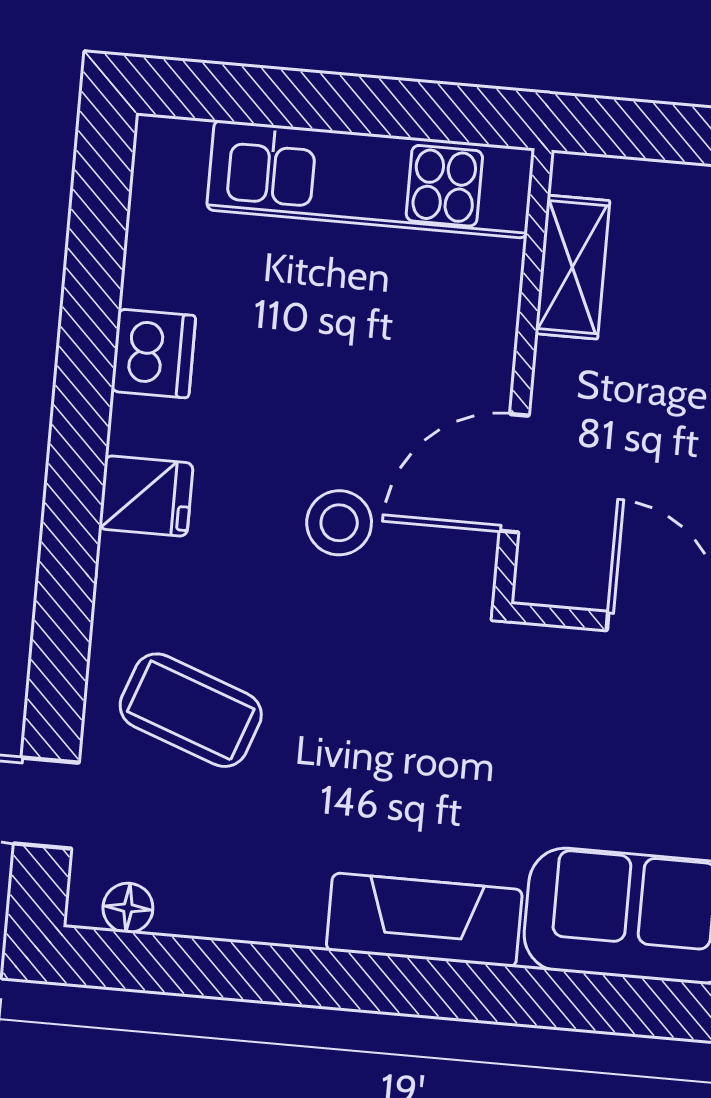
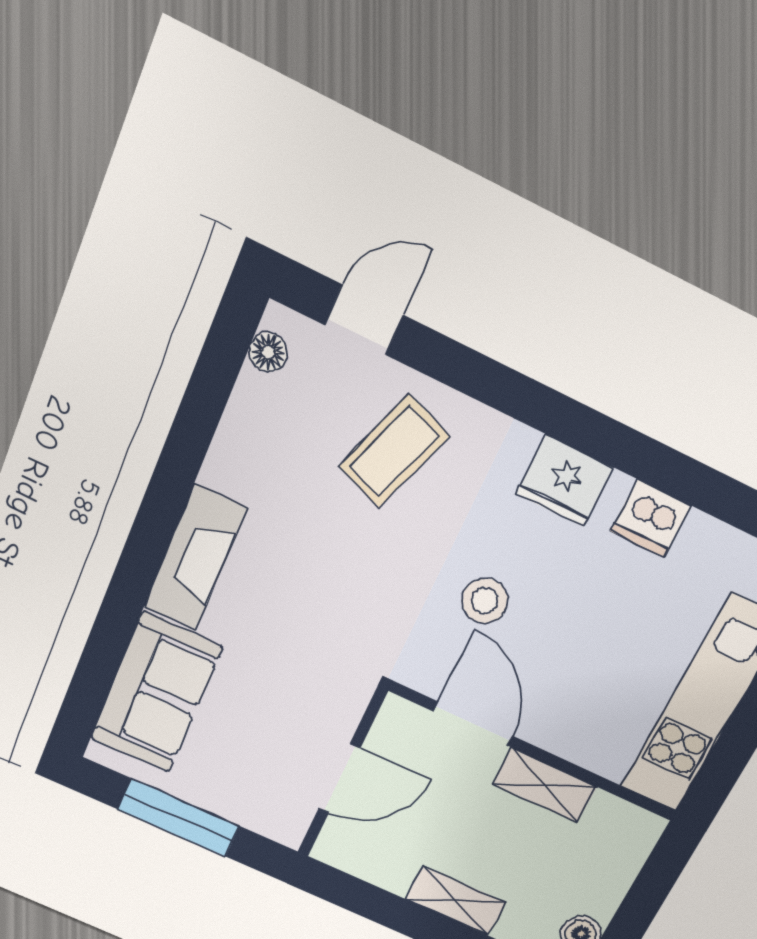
shelving: (572, 267) -> (544, 785), moved
fridge: (146, 496) -> (564, 481), width x1.38

